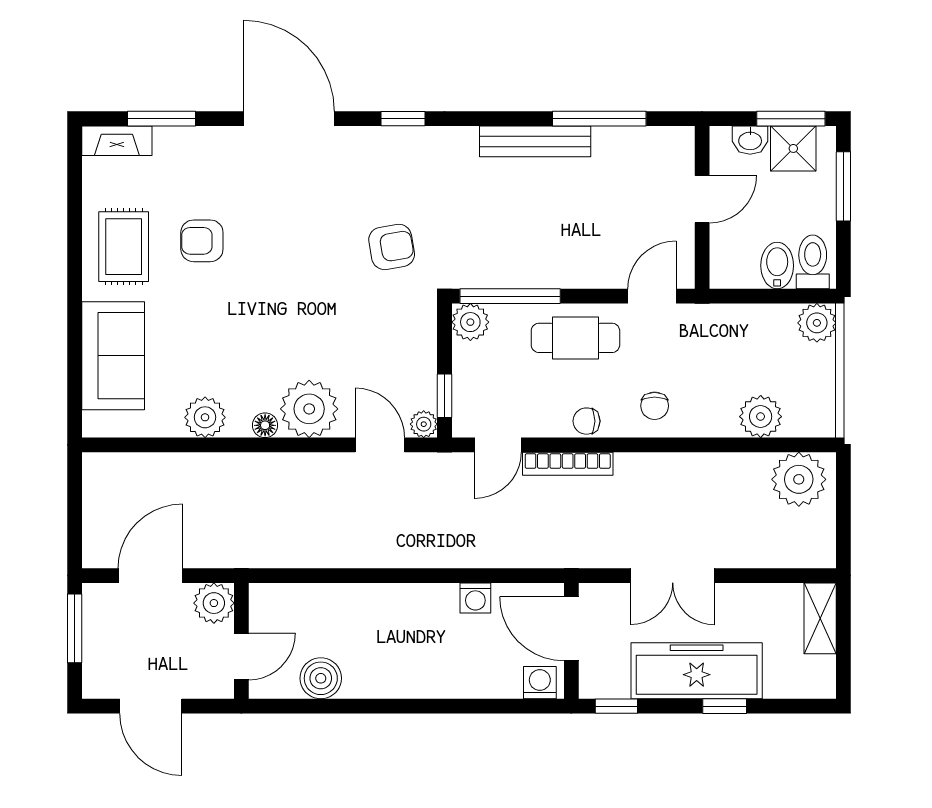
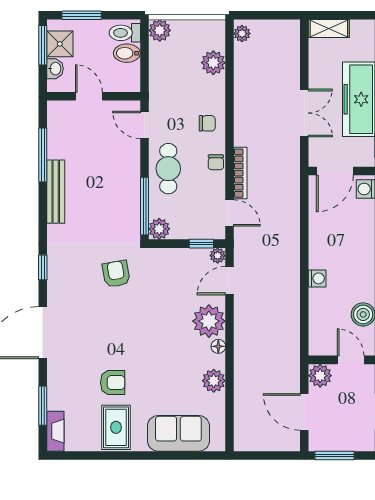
armchair: (202, 241) -> (113, 383), turned -90
rug: (124, 247) -> (116, 427), turned 90
plant: (799, 479) -> (242, 34), width x0.53, depth x0.53
washing machine: (475, 598) -> (317, 278), moved

